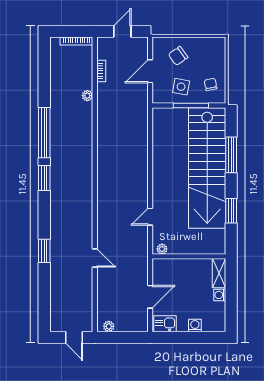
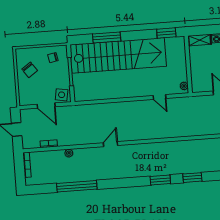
chair: (178, 56) -> (30, 70), moved
side table: (181, 87) -> (62, 95), moved
window: (44, 133) -> (77, 186), moved
window: (44, 178) -> (160, 180), moved
window: (231, 211) -> (166, 33), moved
door: (95, 258) -> (110, 144), moved

